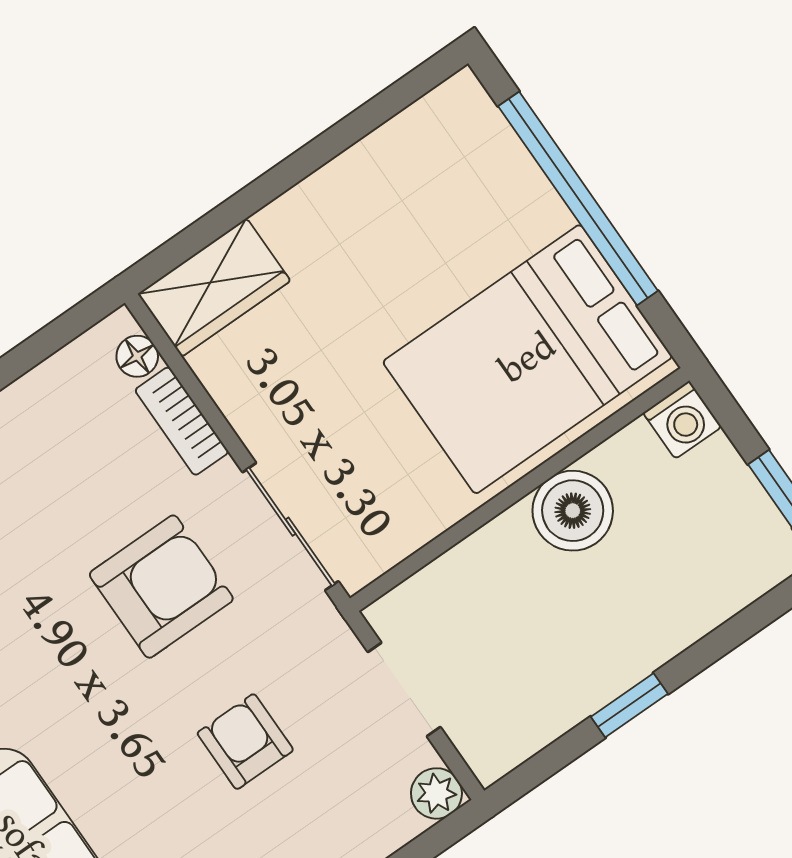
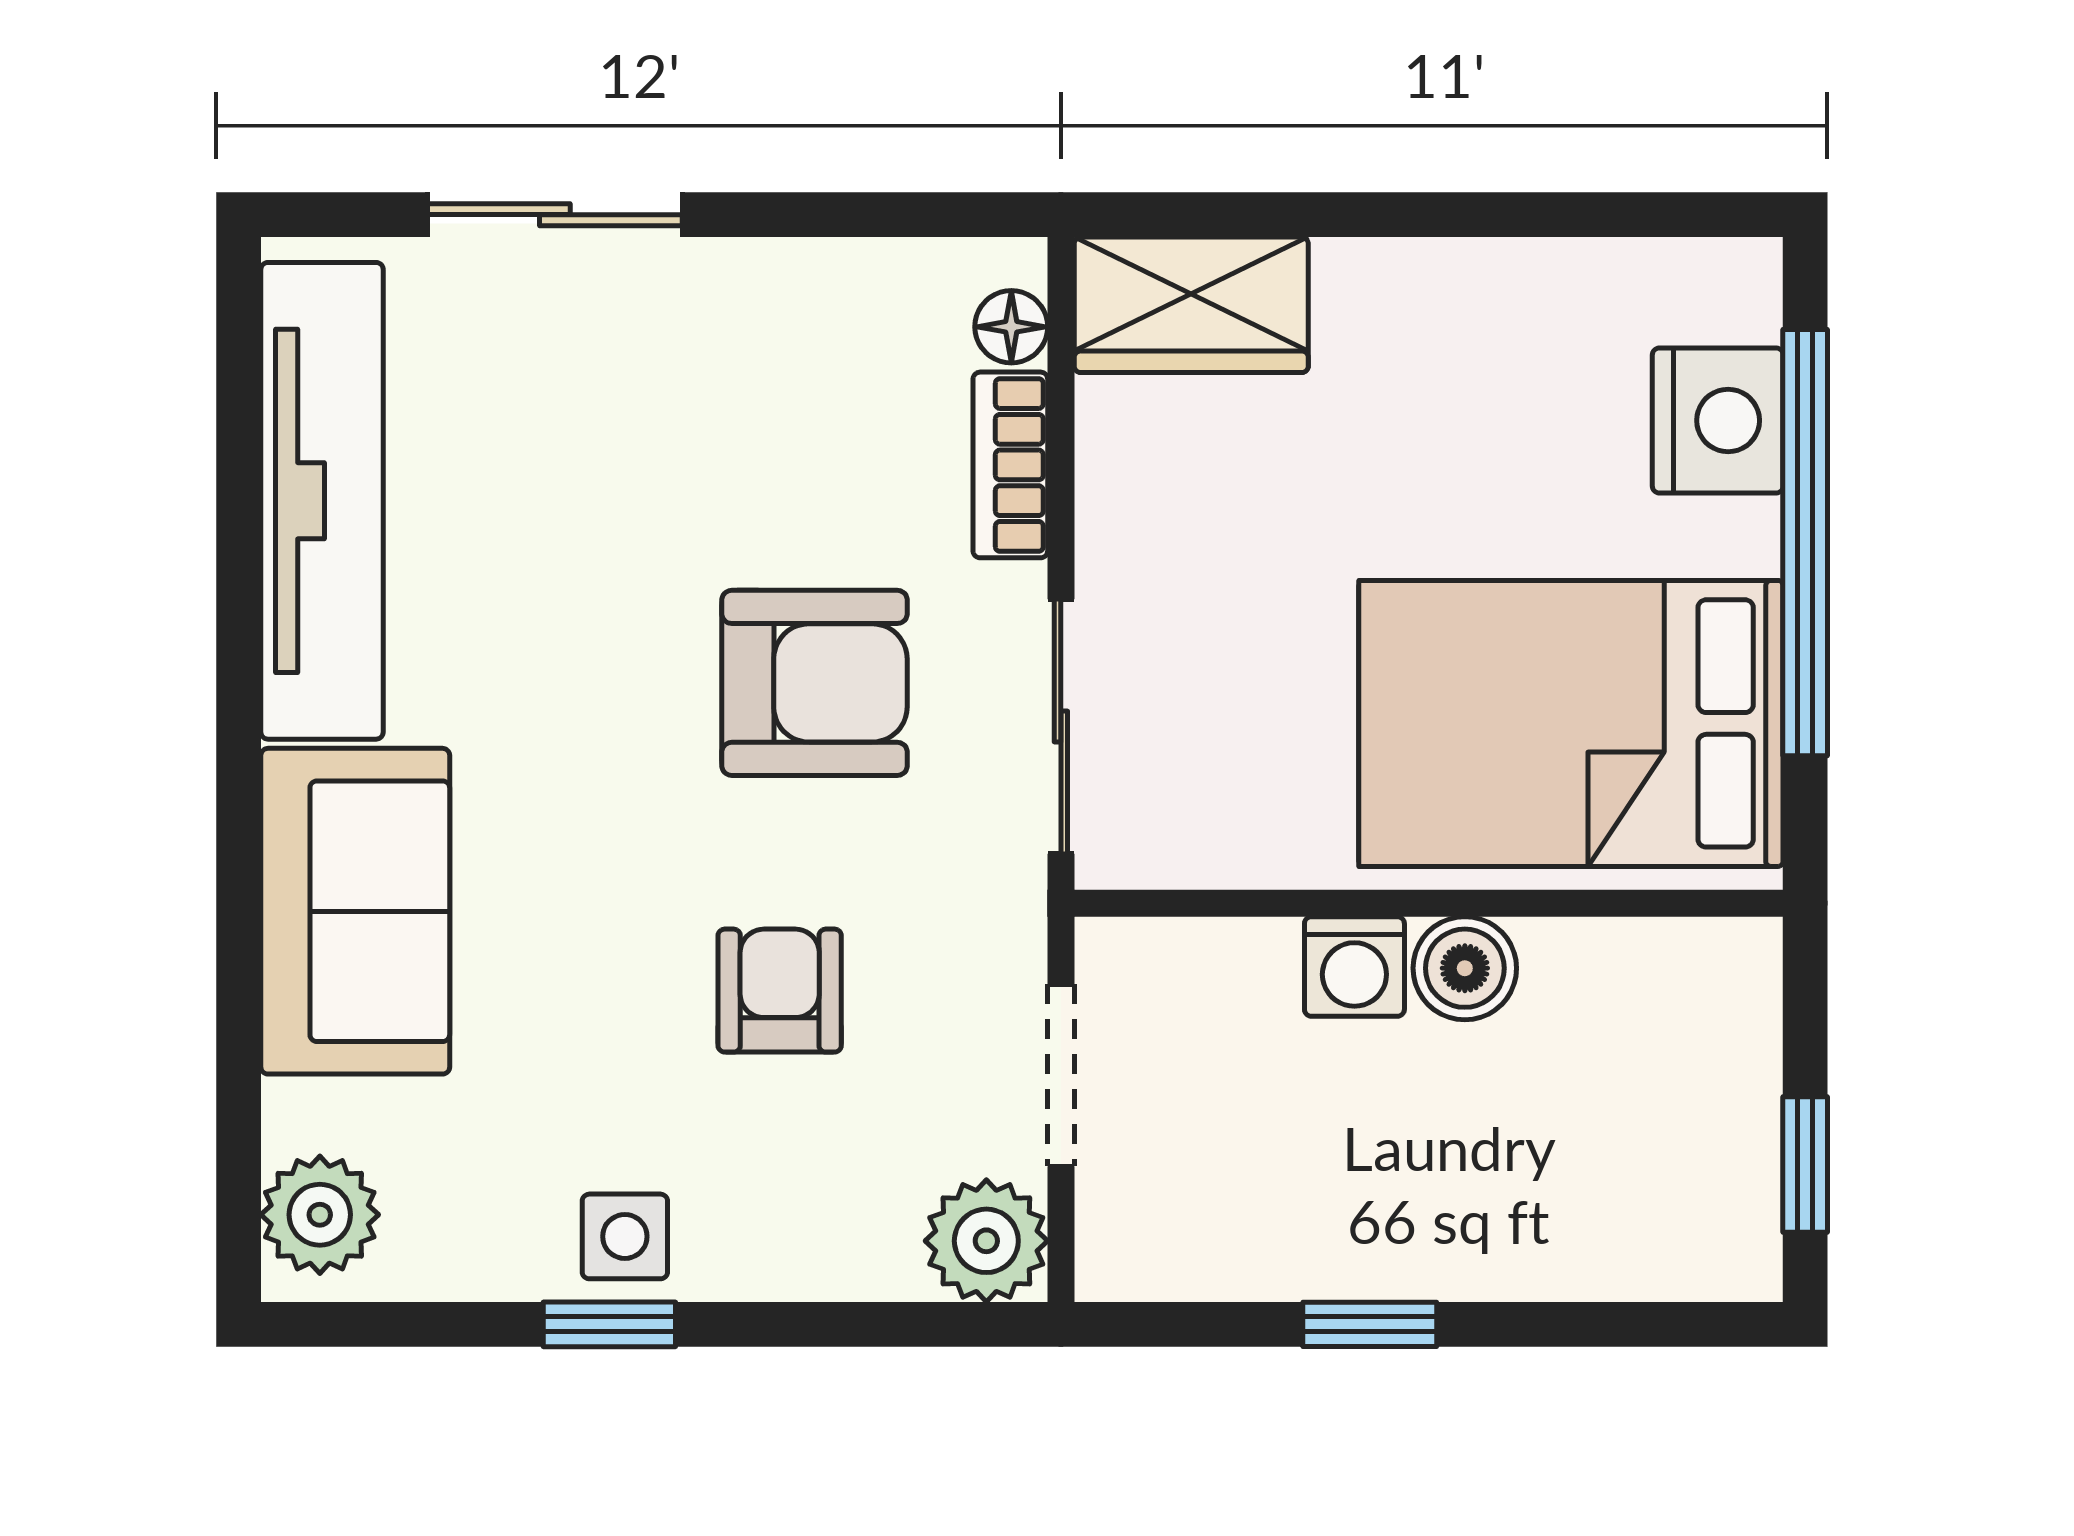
nightstand: (497, 170) -> (1718, 420), added
washing machine: (682, 420) -> (1354, 966), moved
boiler: (573, 511) -> (1465, 968), width x0.73, depth x0.73
plant: (436, 793) -> (986, 1241), width x1.38, depth x1.38

